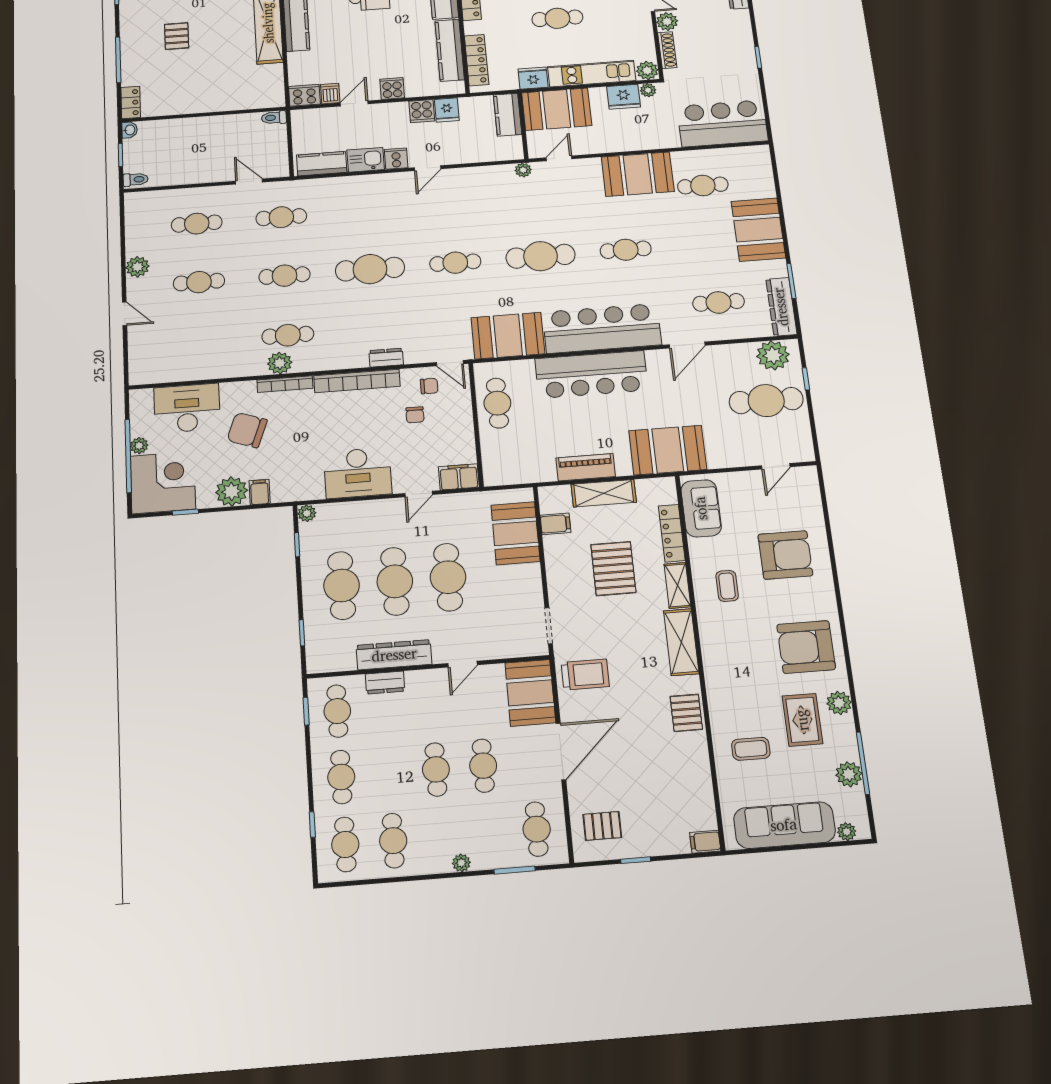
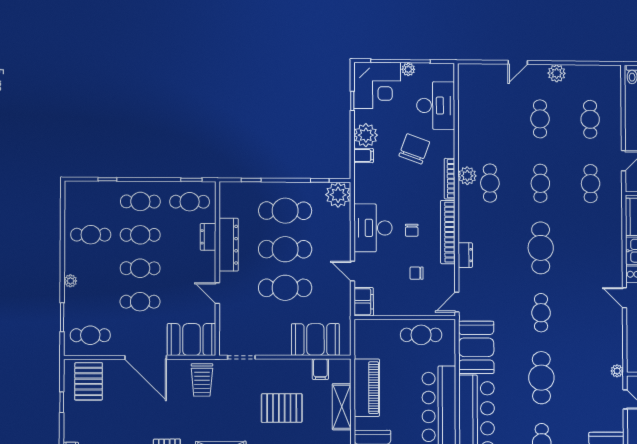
chair: (429, 386) -> (412, 230), moved
piano: (586, 467) -> (367, 388), width x1.37, depth x1.33
plant: (307, 513) -> (338, 195), width x1.87, depth x1.87
pallet: (602, 826) -> (89, 381), width x1.50, depth x1.42
cafe table: (345, 844) -> (140, 235), moved

